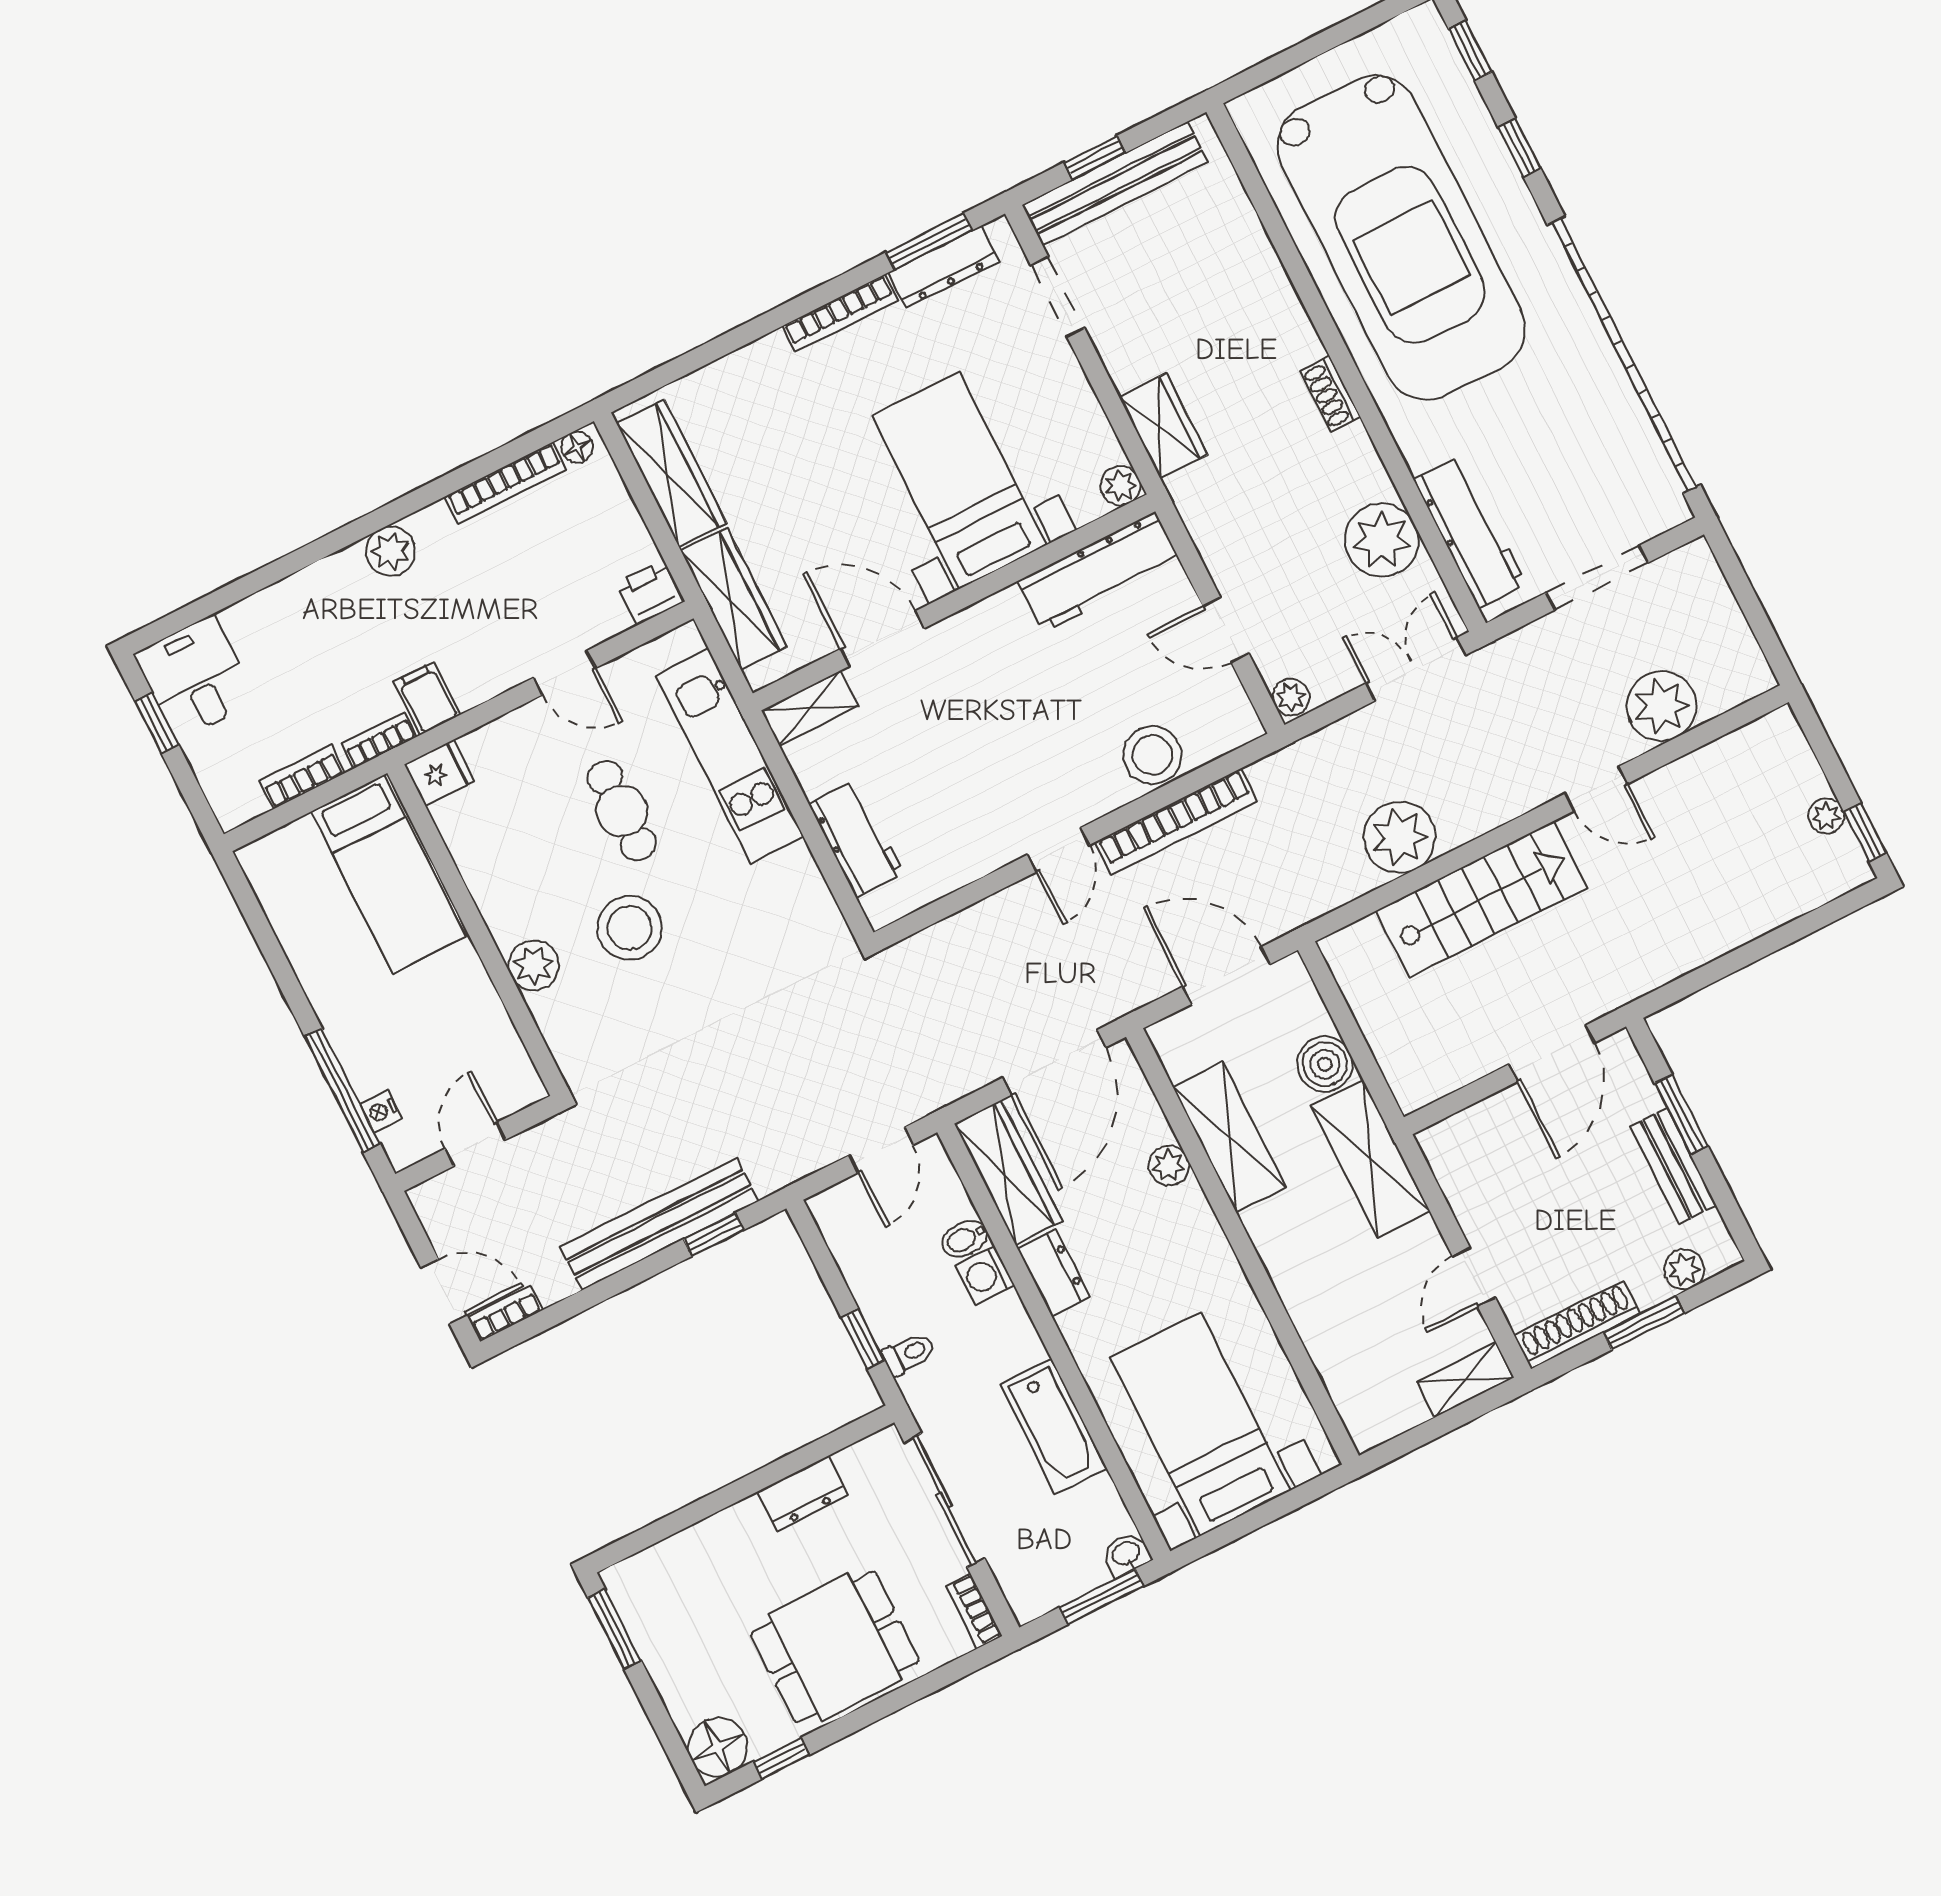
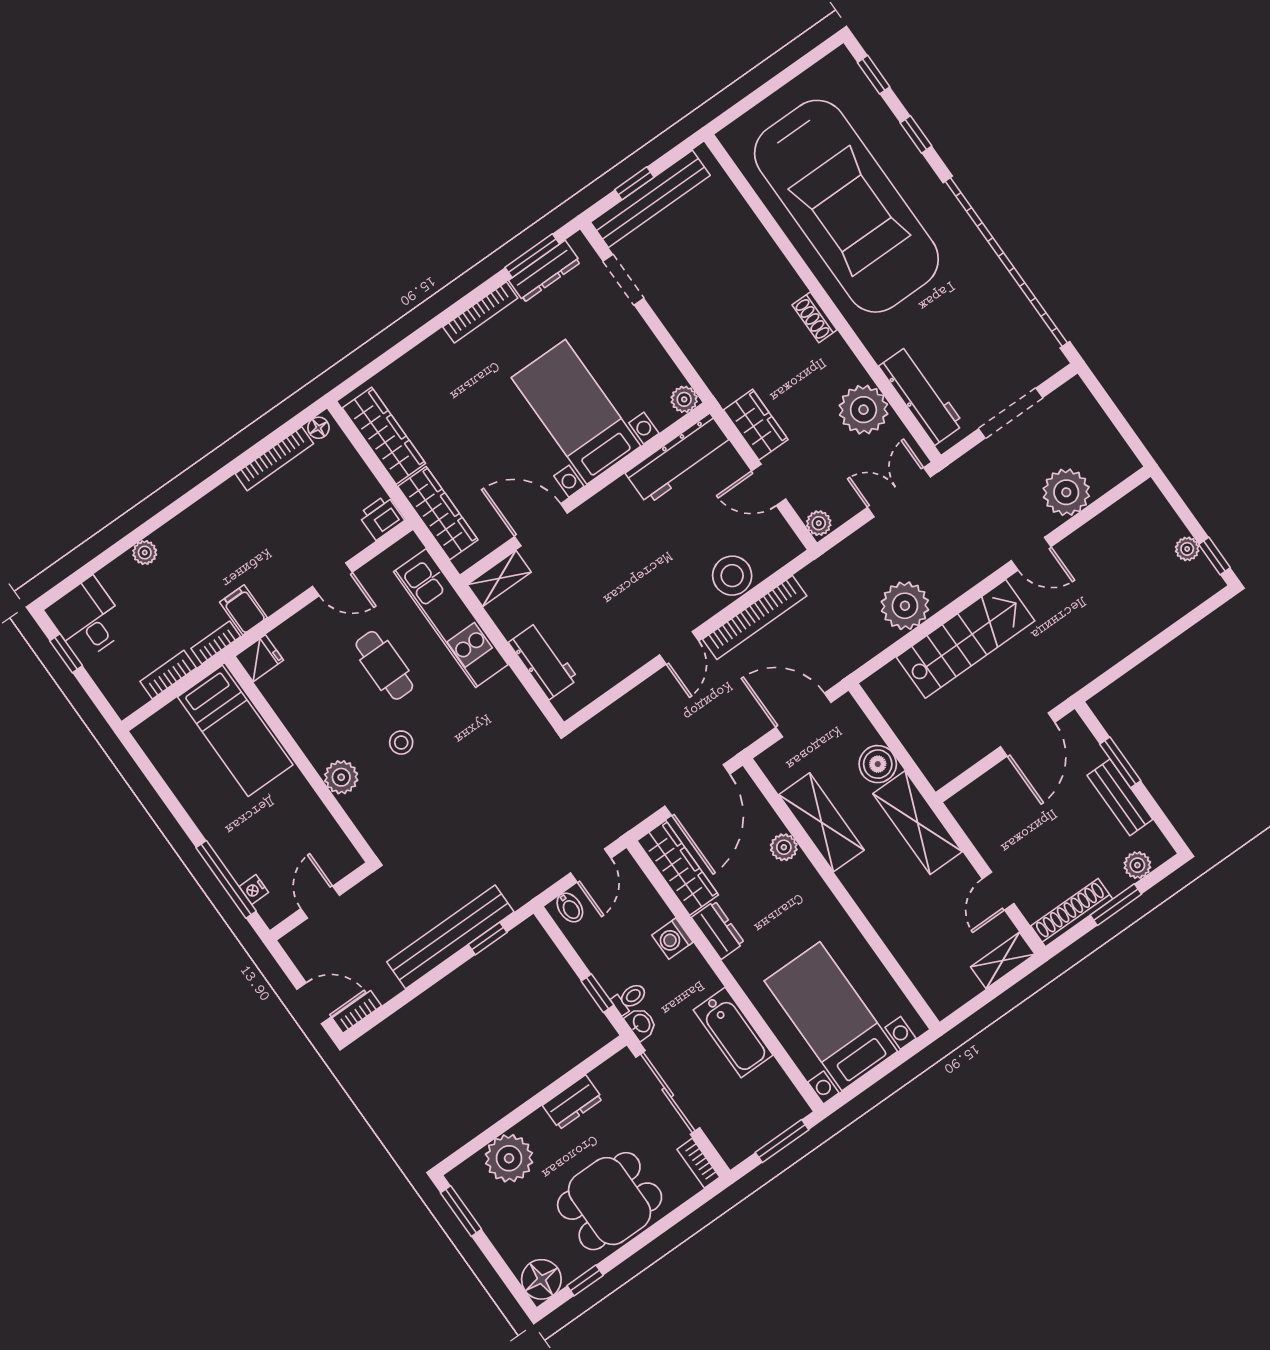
wardrobe: (1163, 426) -> (756, 425), moved
plant: (391, 551) -> (145, 553), moved, width x0.73, depth x0.73
stool: (629, 928) -> (401, 743), width x0.53, depth x0.53
bidet: (965, 1238) -> (570, 907), moved, turned -90
washbasin: (1126, 1554) -> (641, 1024), moved, turned 90
plant: (697, 1562) -> (509, 1158), added

